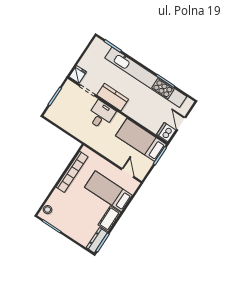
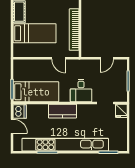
kitchen counter: (113, 97) -> (62, 111), moved
door: (60, 128) -> (107, 58), added
door: (128, 173) -> (59, 58), moved

